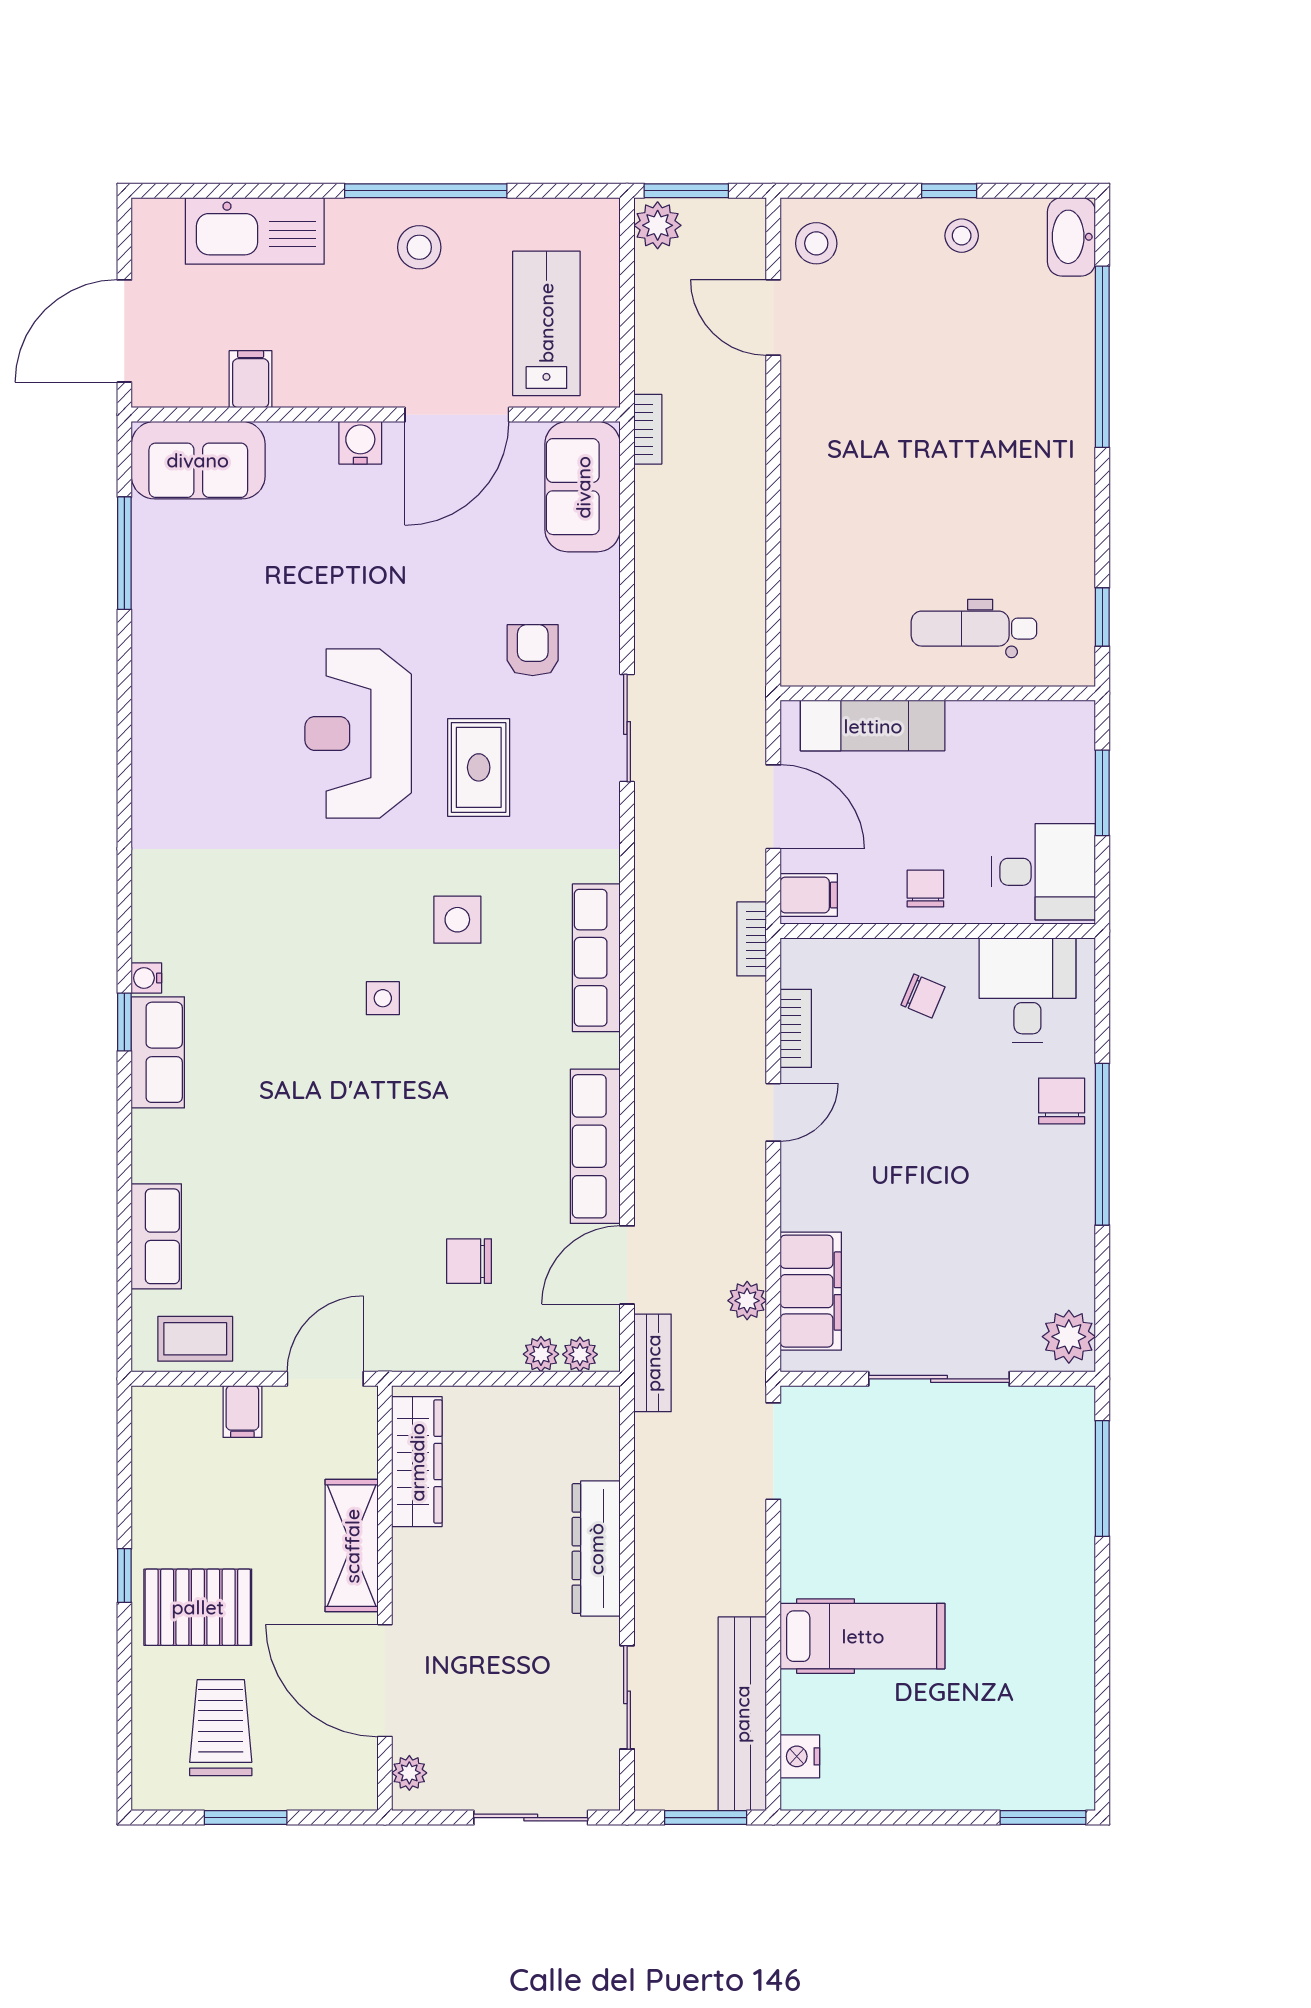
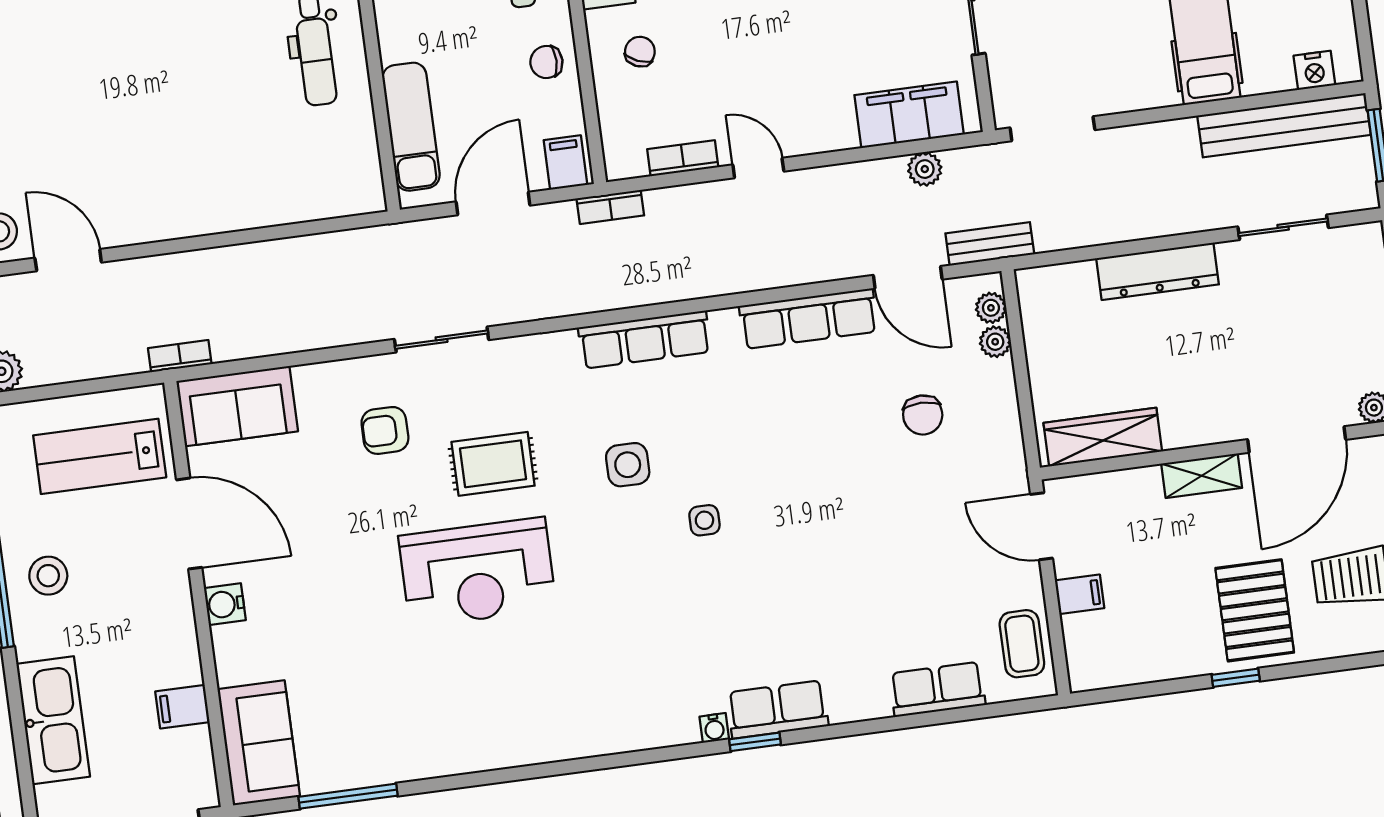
door: (773, 317) -> (68, 260), swing flipped
shelving: (352, 1546) -> (1202, 476), width x0.67, depth x0.75

